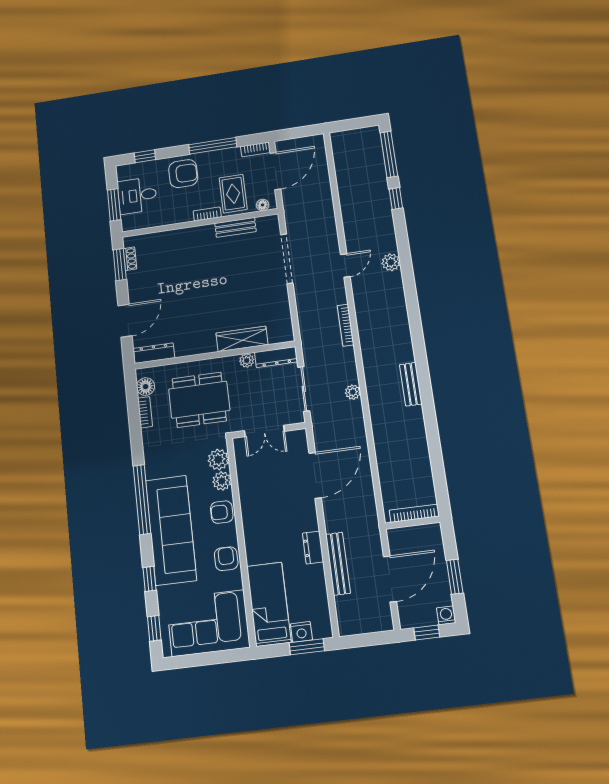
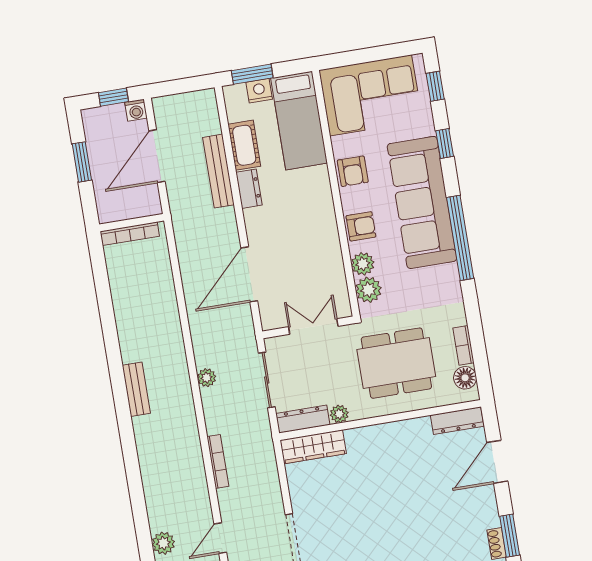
wardrobe: (242, 339) -> (313, 447), moved
cot: (316, 585) -> (244, 145), added
washing machine: (446, 615) -> (136, 110), moved

